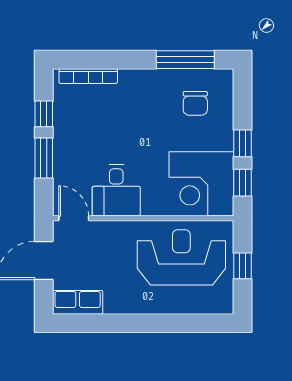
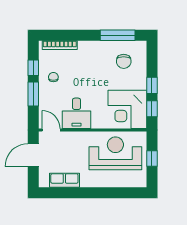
chair: (77, 130) -> (53, 77), added
row of seats: (78, 302) -> (64, 180), moved

